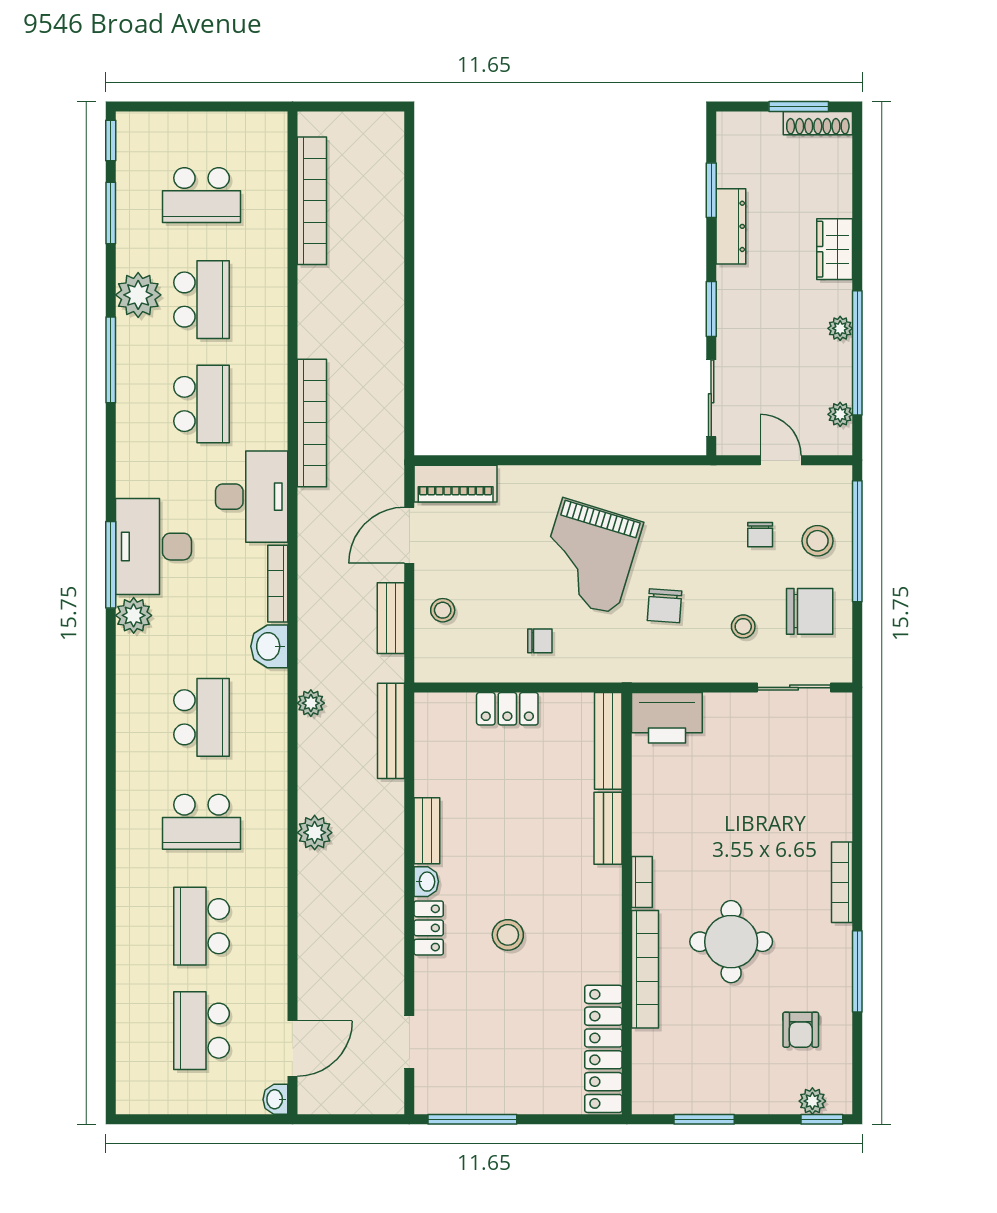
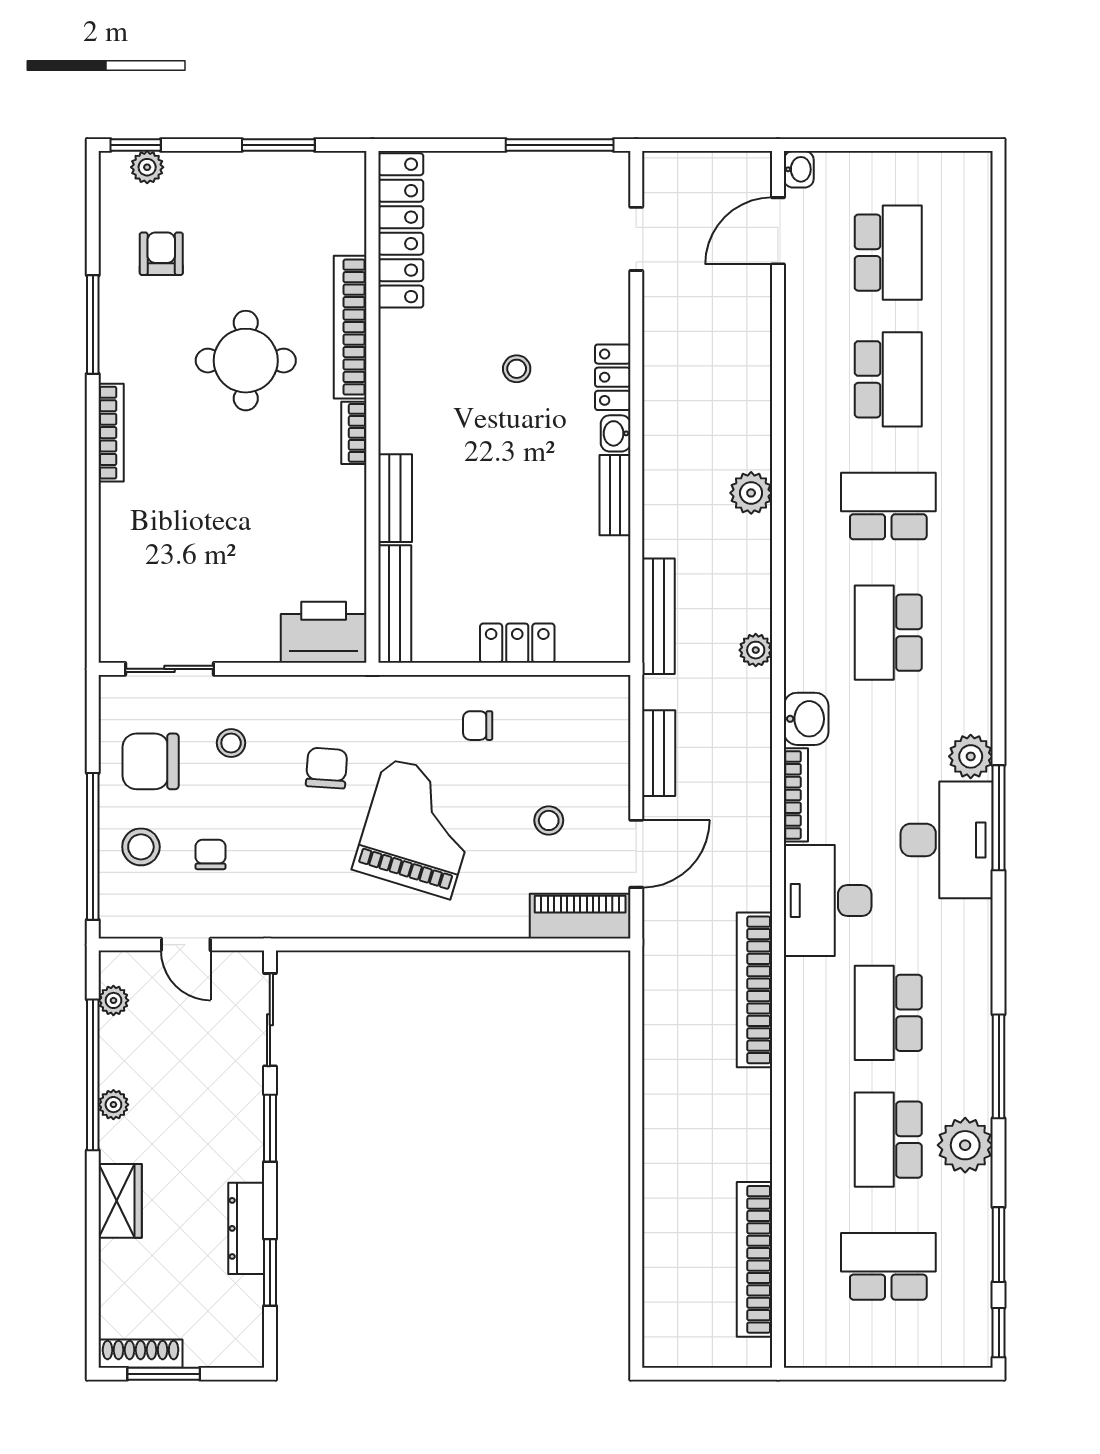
stool: (443, 610) -> (549, 820), moved
stool: (508, 935) -> (517, 369), width x0.73, depth x0.73

